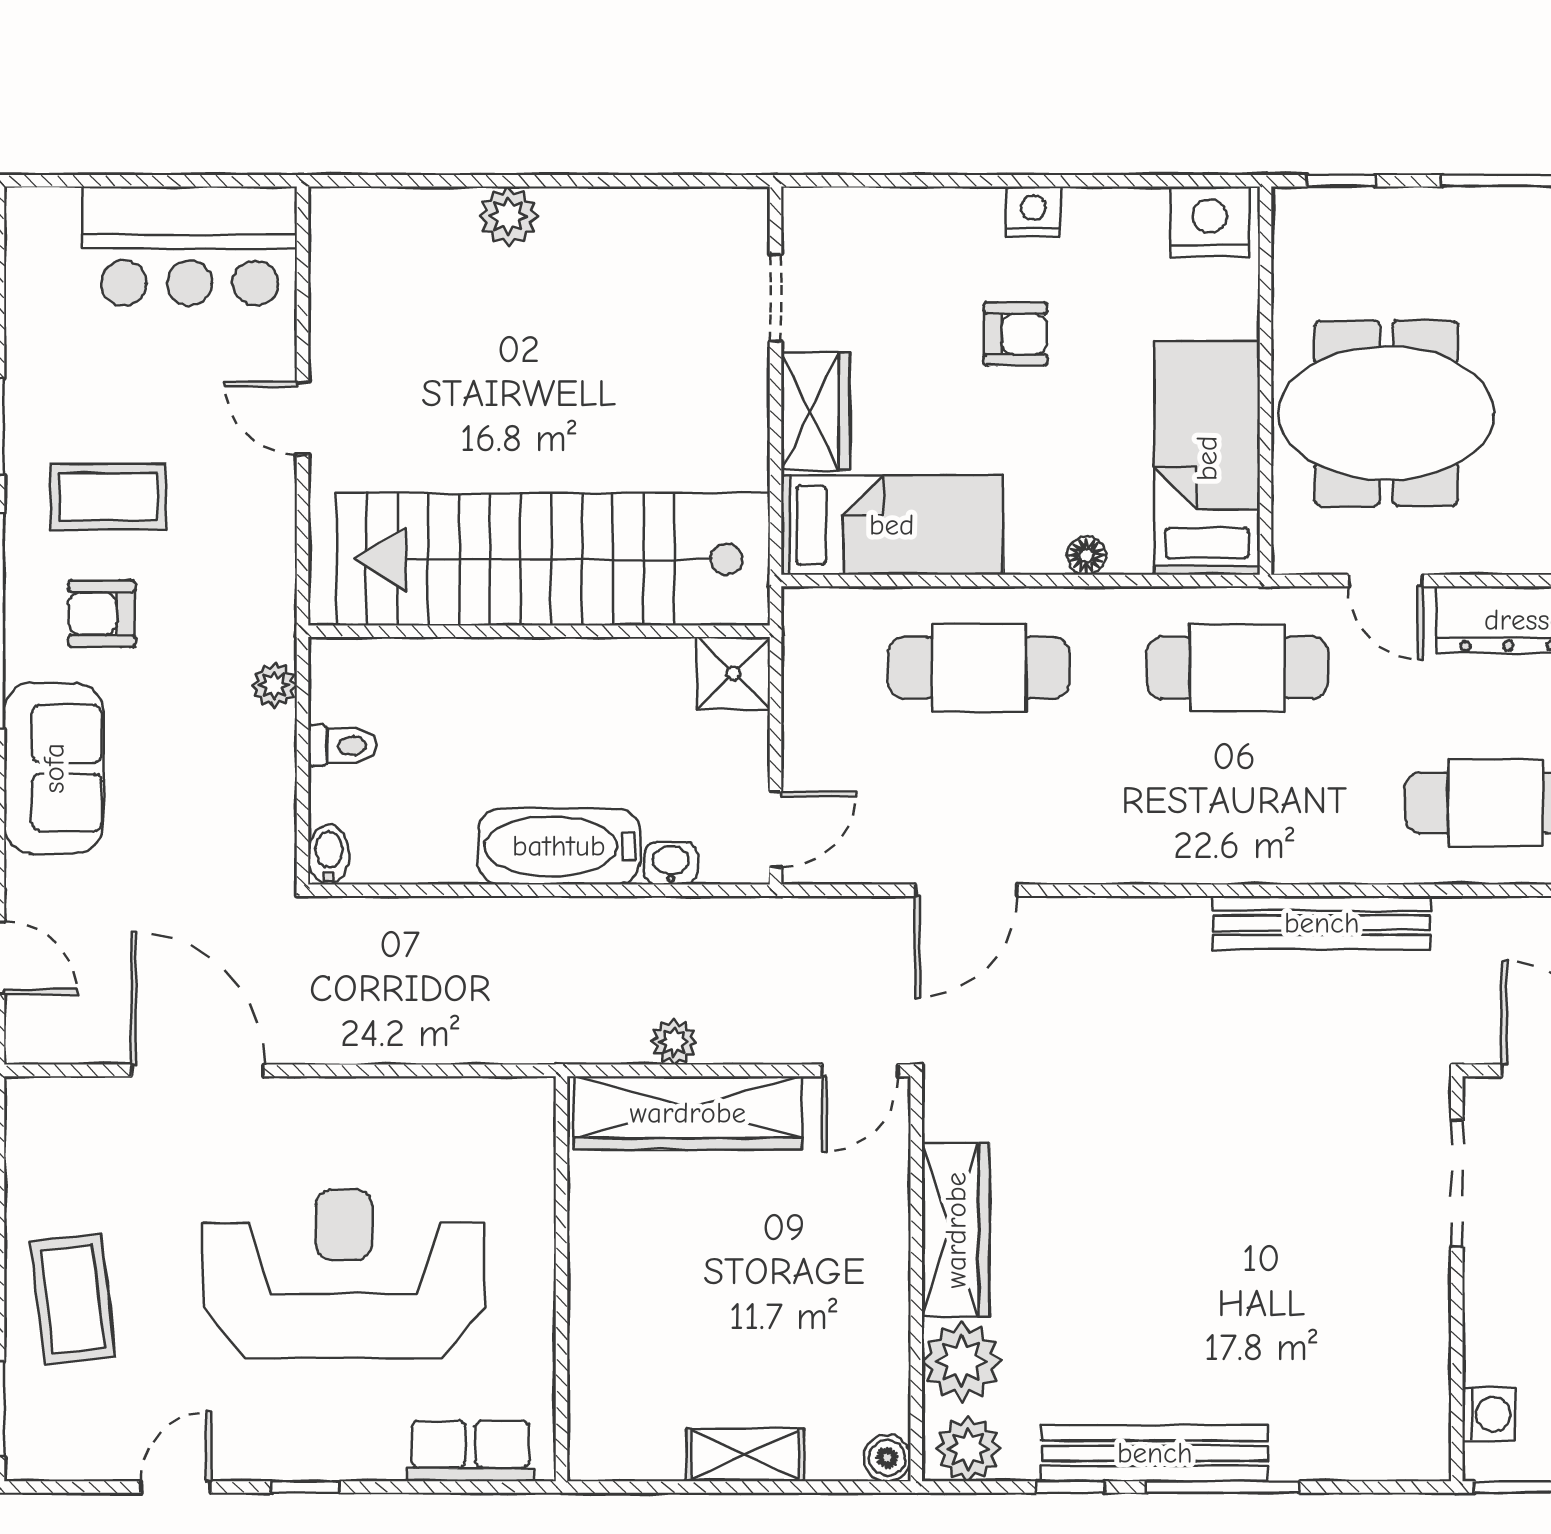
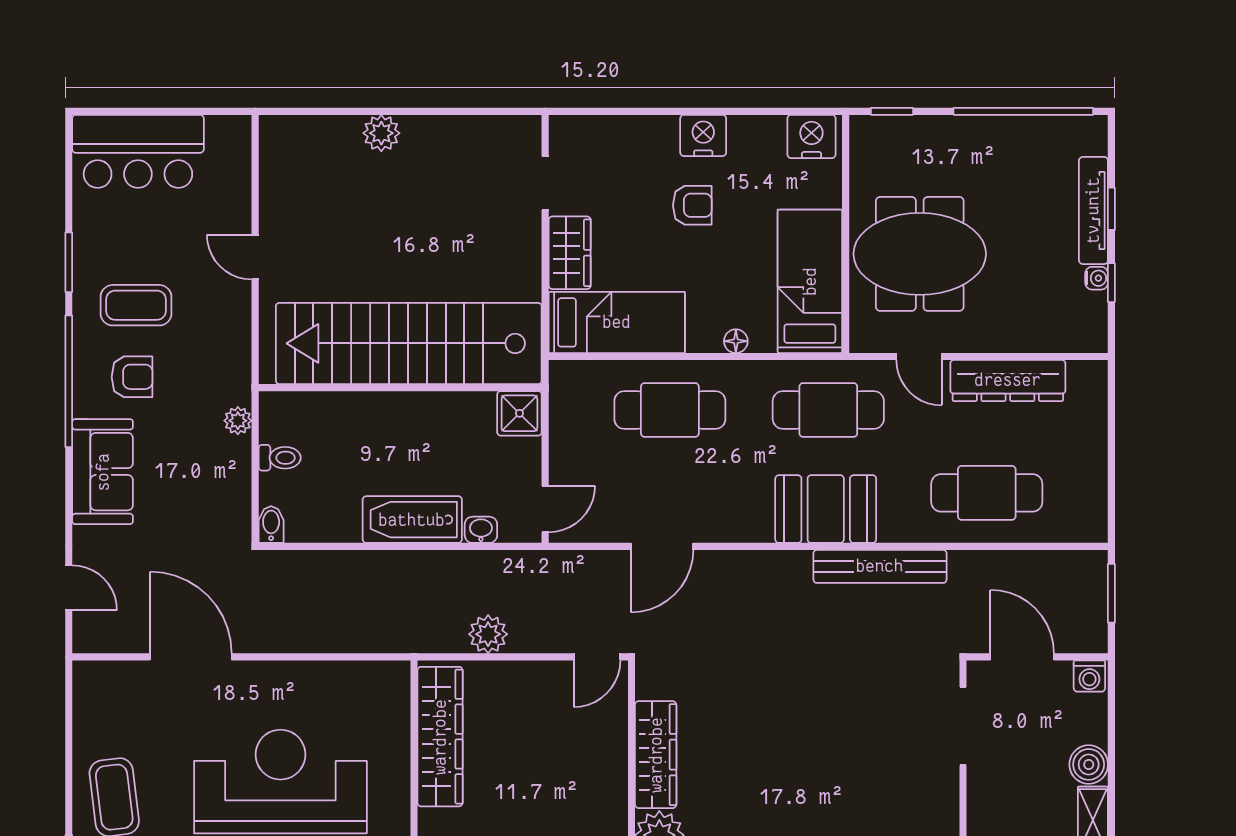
nightstand: (1033, 212) -> (703, 135), width x1.36, depth x1.33
bar counter: (190, 246) -> (138, 151), moved
armchair: (102, 614) -> (132, 377), turned 180
booth: (1233, 829) -> (826, 509), added
plant: (674, 1042) -> (488, 634), width x1.38, depth x1.38
wardrobe: (688, 1113) -> (440, 737), moved, turned -90

